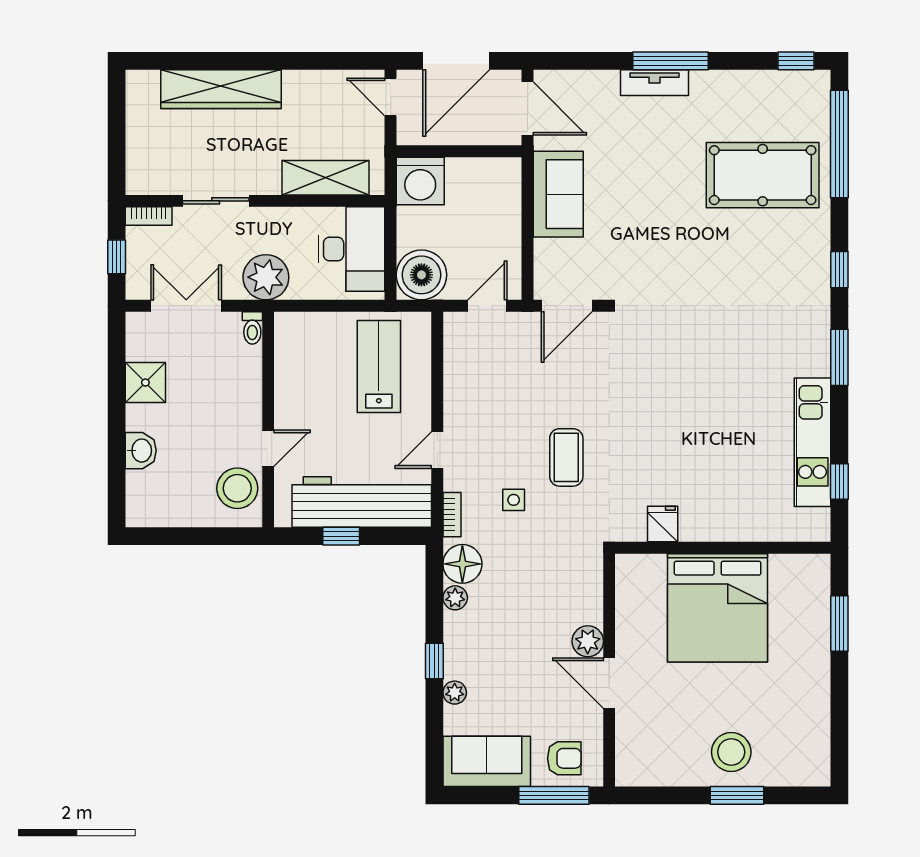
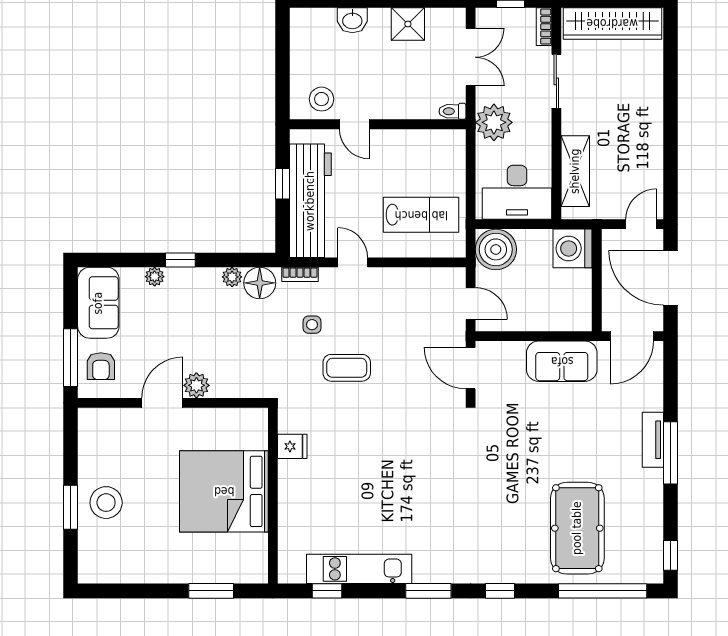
wardrobe: (221, 89) -> (612, 23), moved, turned -90
stool: (237, 488) -> (322, 99), width x0.73, depth x0.73

